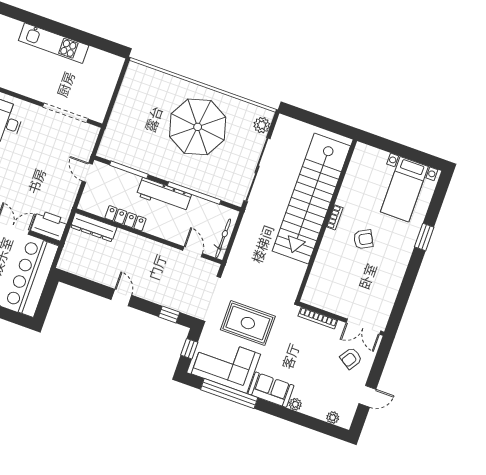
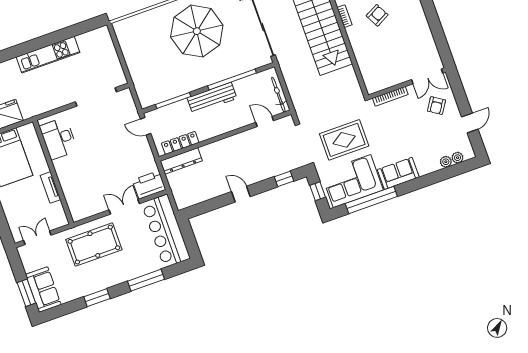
locker: (125, 218) -> (180, 143), moved
plant: (295, 404) -> (446, 162), moved

